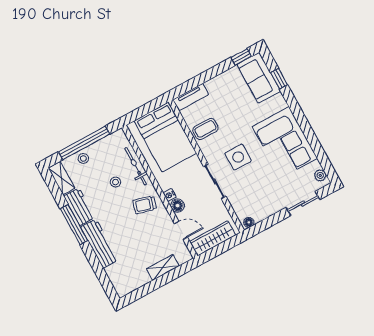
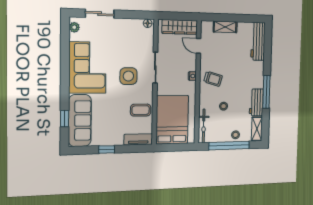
window: (241, 57) -> (107, 149), moved
sofa: (259, 78) -> (80, 121), width x1.36
bicycle: (136, 166) -> (204, 126), moved
floor lamp: (178, 206) -> (191, 65), removed
workbench: (100, 244) -> (258, 41), moved

